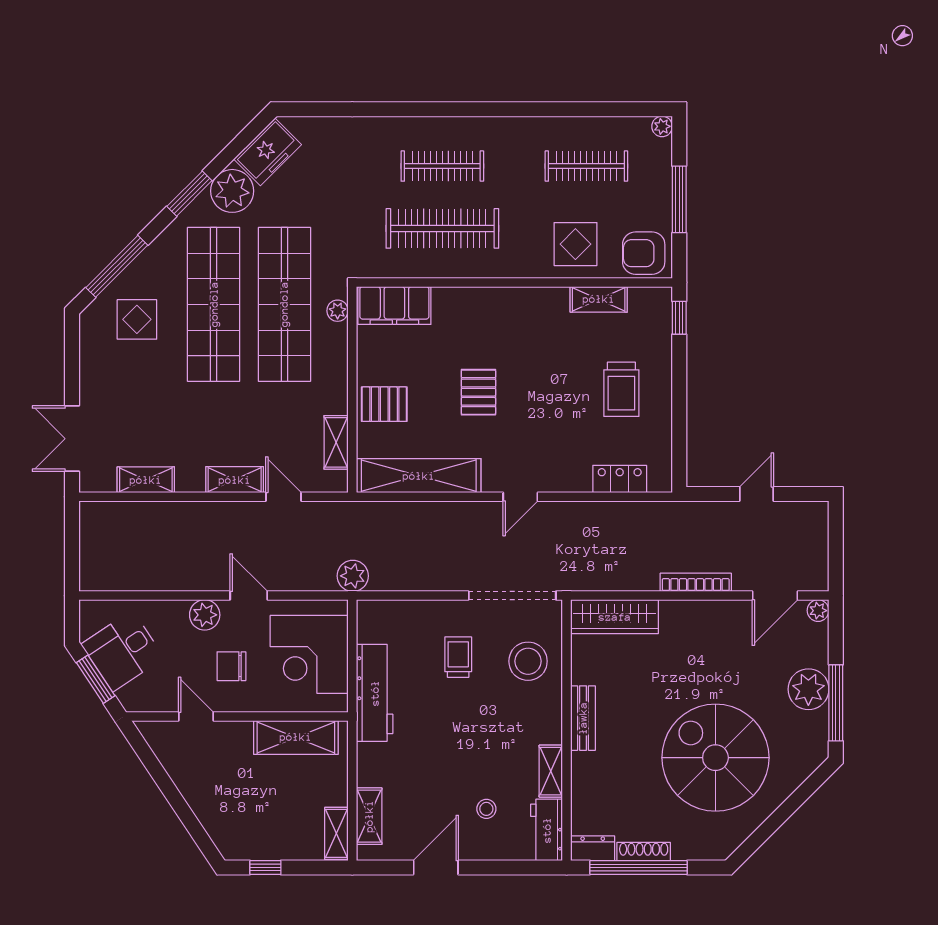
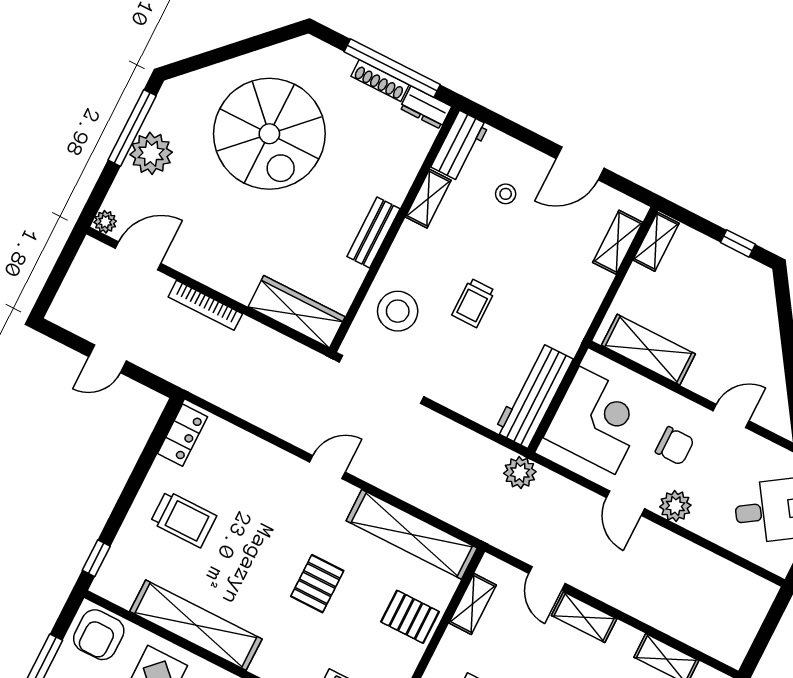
armchair: (644, 253) -> (99, 635), turned 90
shelving: (599, 299) -> (196, 625), width x2.20, depth x1.33
trolley: (621, 389) -> (183, 519), turned 90
locker: (620, 479) -> (182, 435), moved, turned -90
trolley: (458, 657) -> (473, 303), moved
workbench: (375, 693) -> (534, 395), moved
door: (196, 716) -> (731, 416), swing flipped

